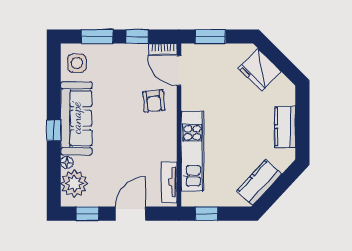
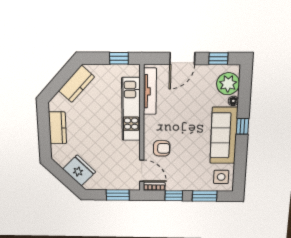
armchair: (154, 101) -> (162, 148), turned 96
tv unit: (169, 182) -> (150, 91), width x1.41

